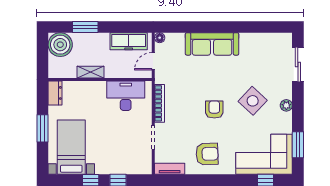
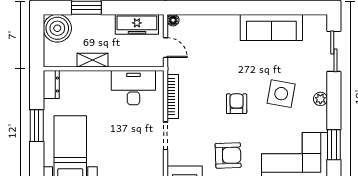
sofa: (212, 44) -> (271, 27), moved
door: (153, 61) -> (165, 48), swing flipped
side table: (253, 101) -> (281, 94), turned -33

